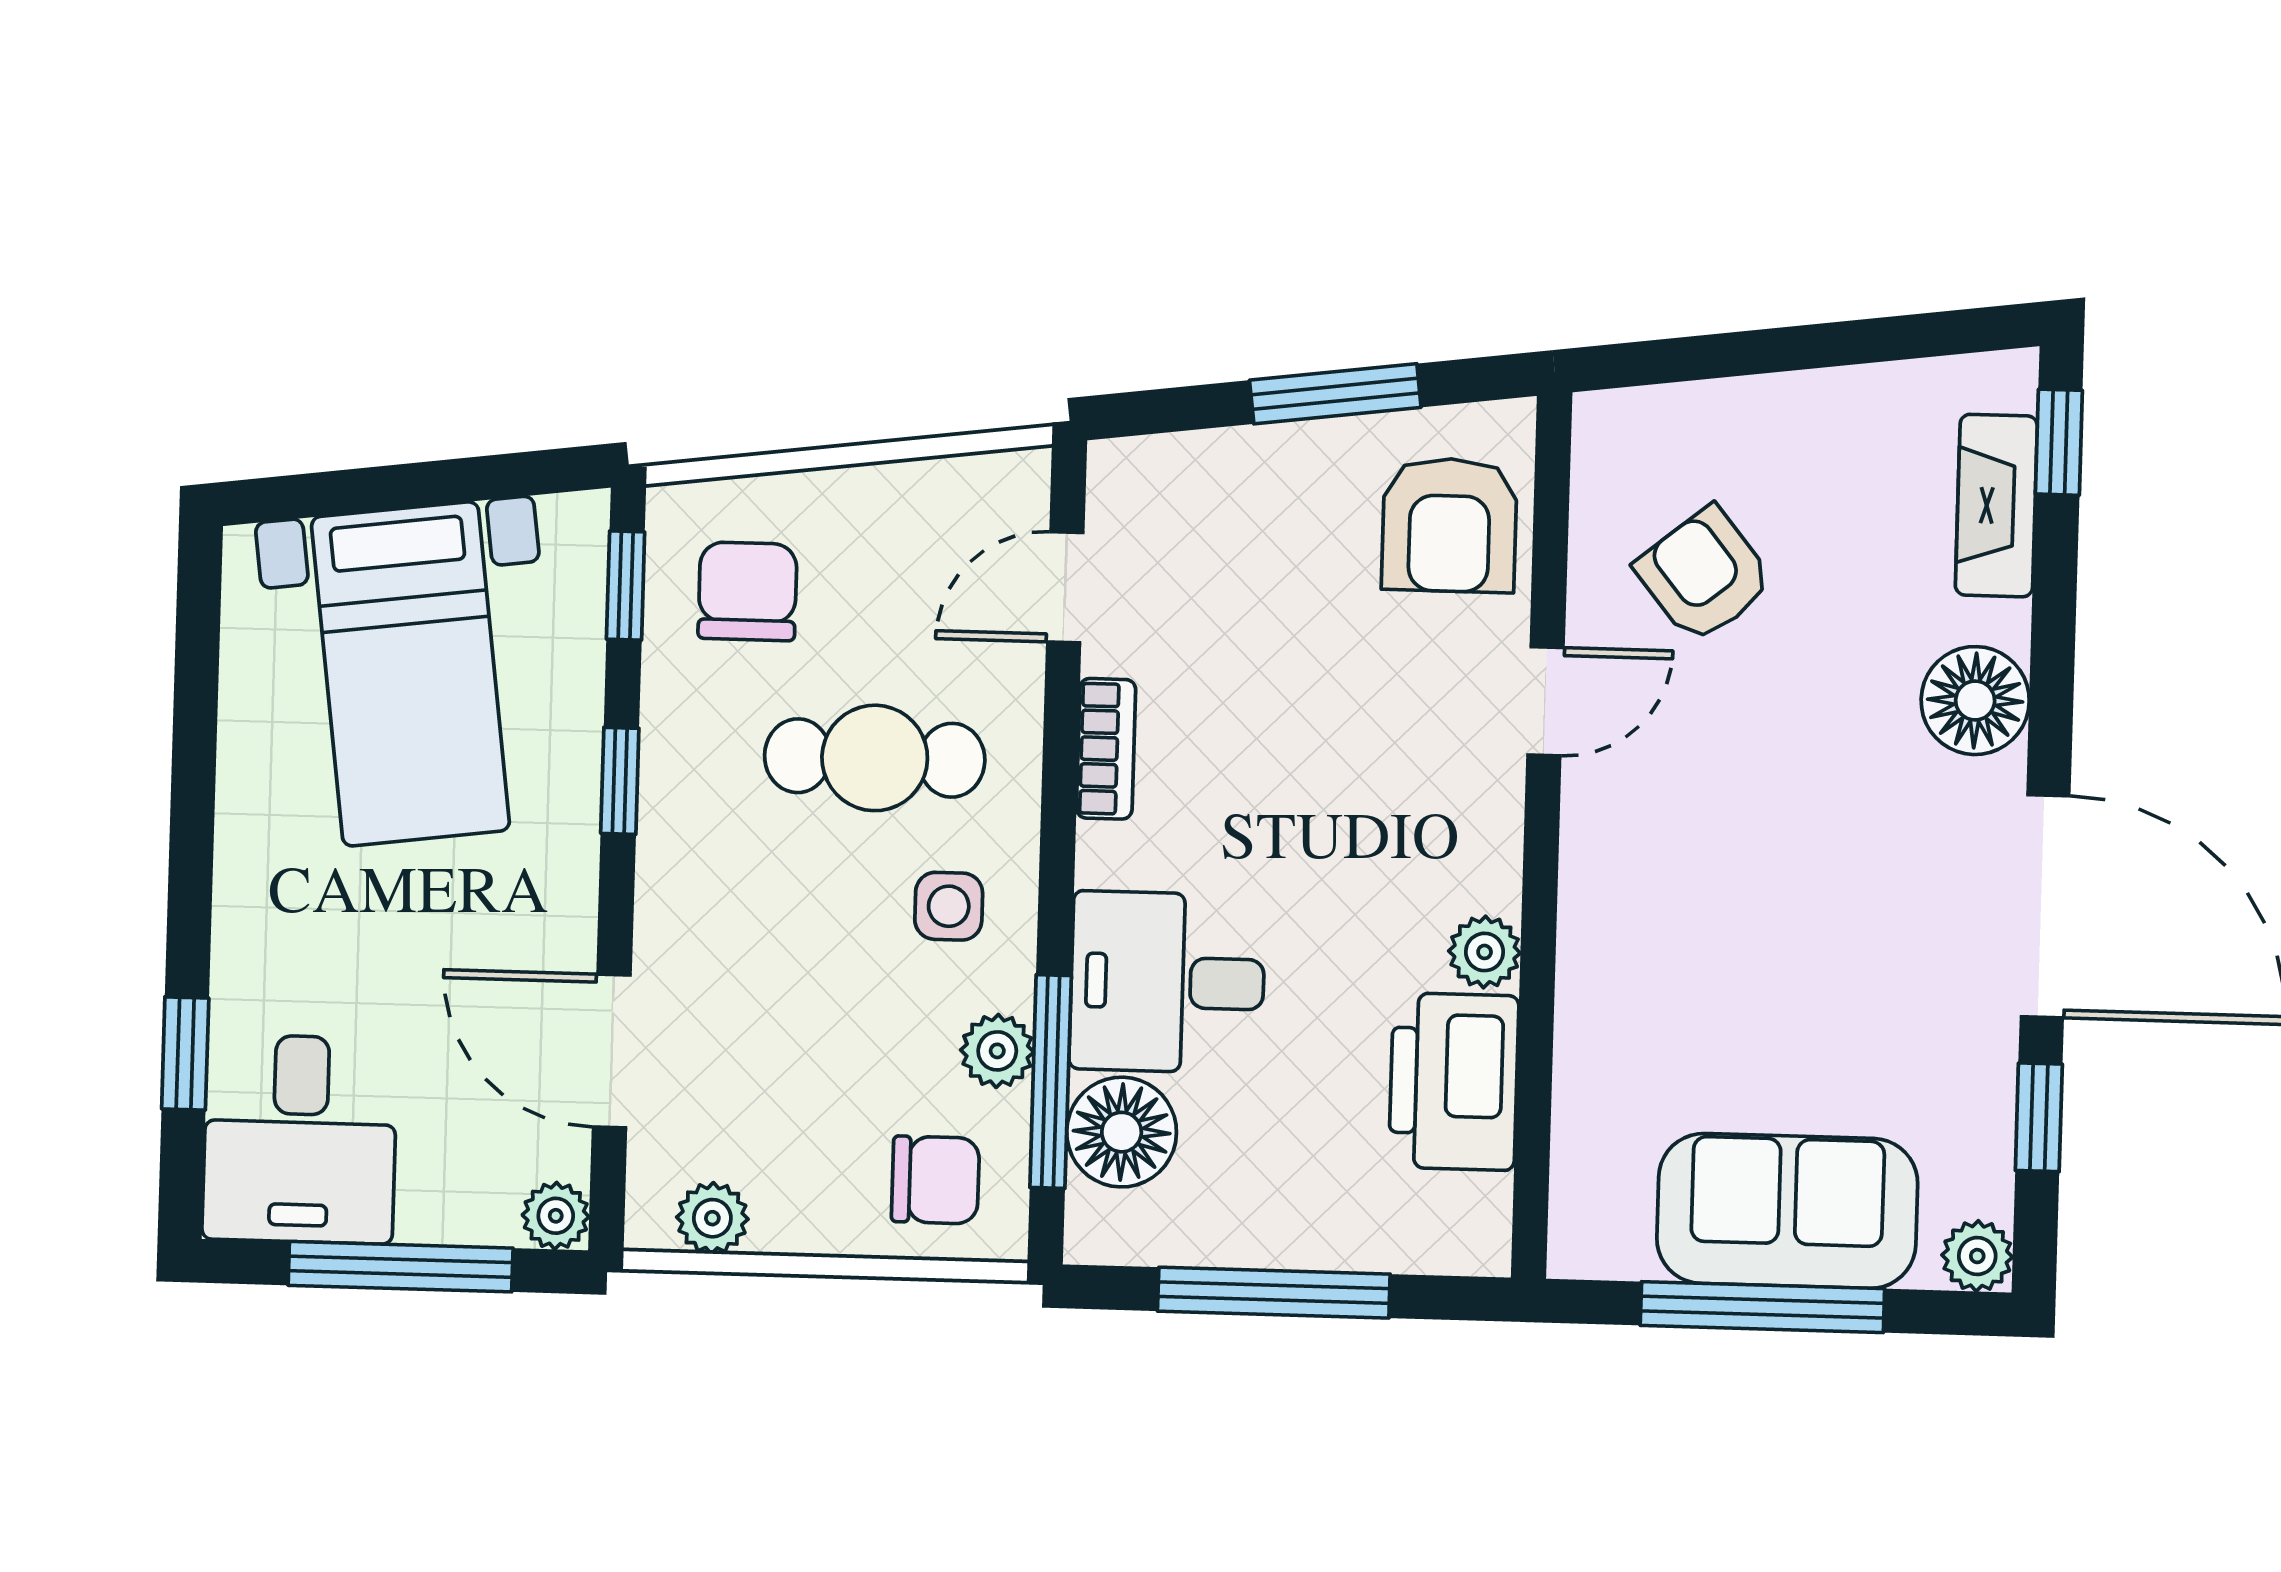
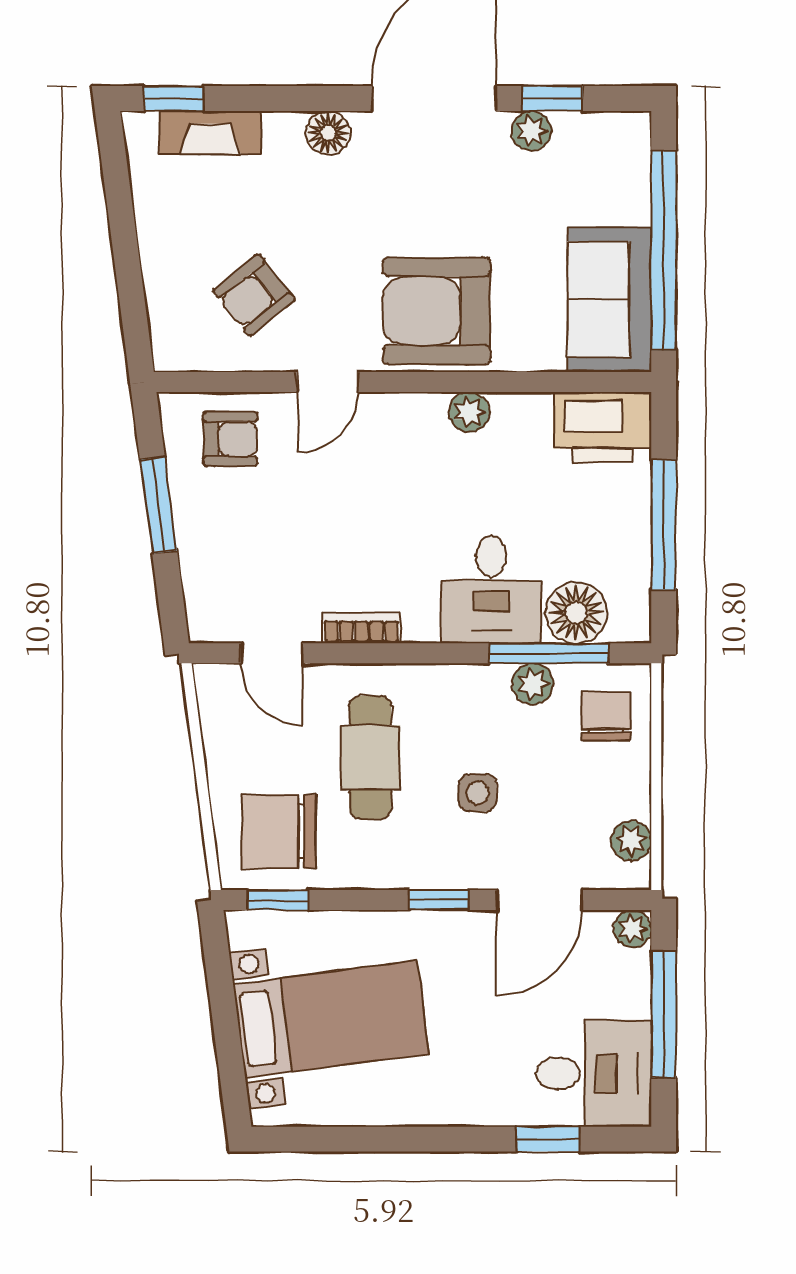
armchair: (1449, 525) -> (230, 439), width x0.72, depth x0.72
chair: (747, 591) -> (279, 831), width x1.37, depth x1.37
door: (1546, 701) -> (327, 382), swing flipped
floor lamp: (1975, 701) -> (328, 133), width x0.73, depth x0.73
window: (620, 781) -> (439, 900), moved
armchair: (1667, 900) -> (437, 311), added
side table: (949, 906) -> (478, 793), moved
printer: (1454, 1082) -> (602, 427), moved
sofa: (1787, 1211) -> (609, 300), moved
plant: (1977, 1256) -> (531, 131), moved
window: (1762, 1307) -> (664, 250), width x1.46

